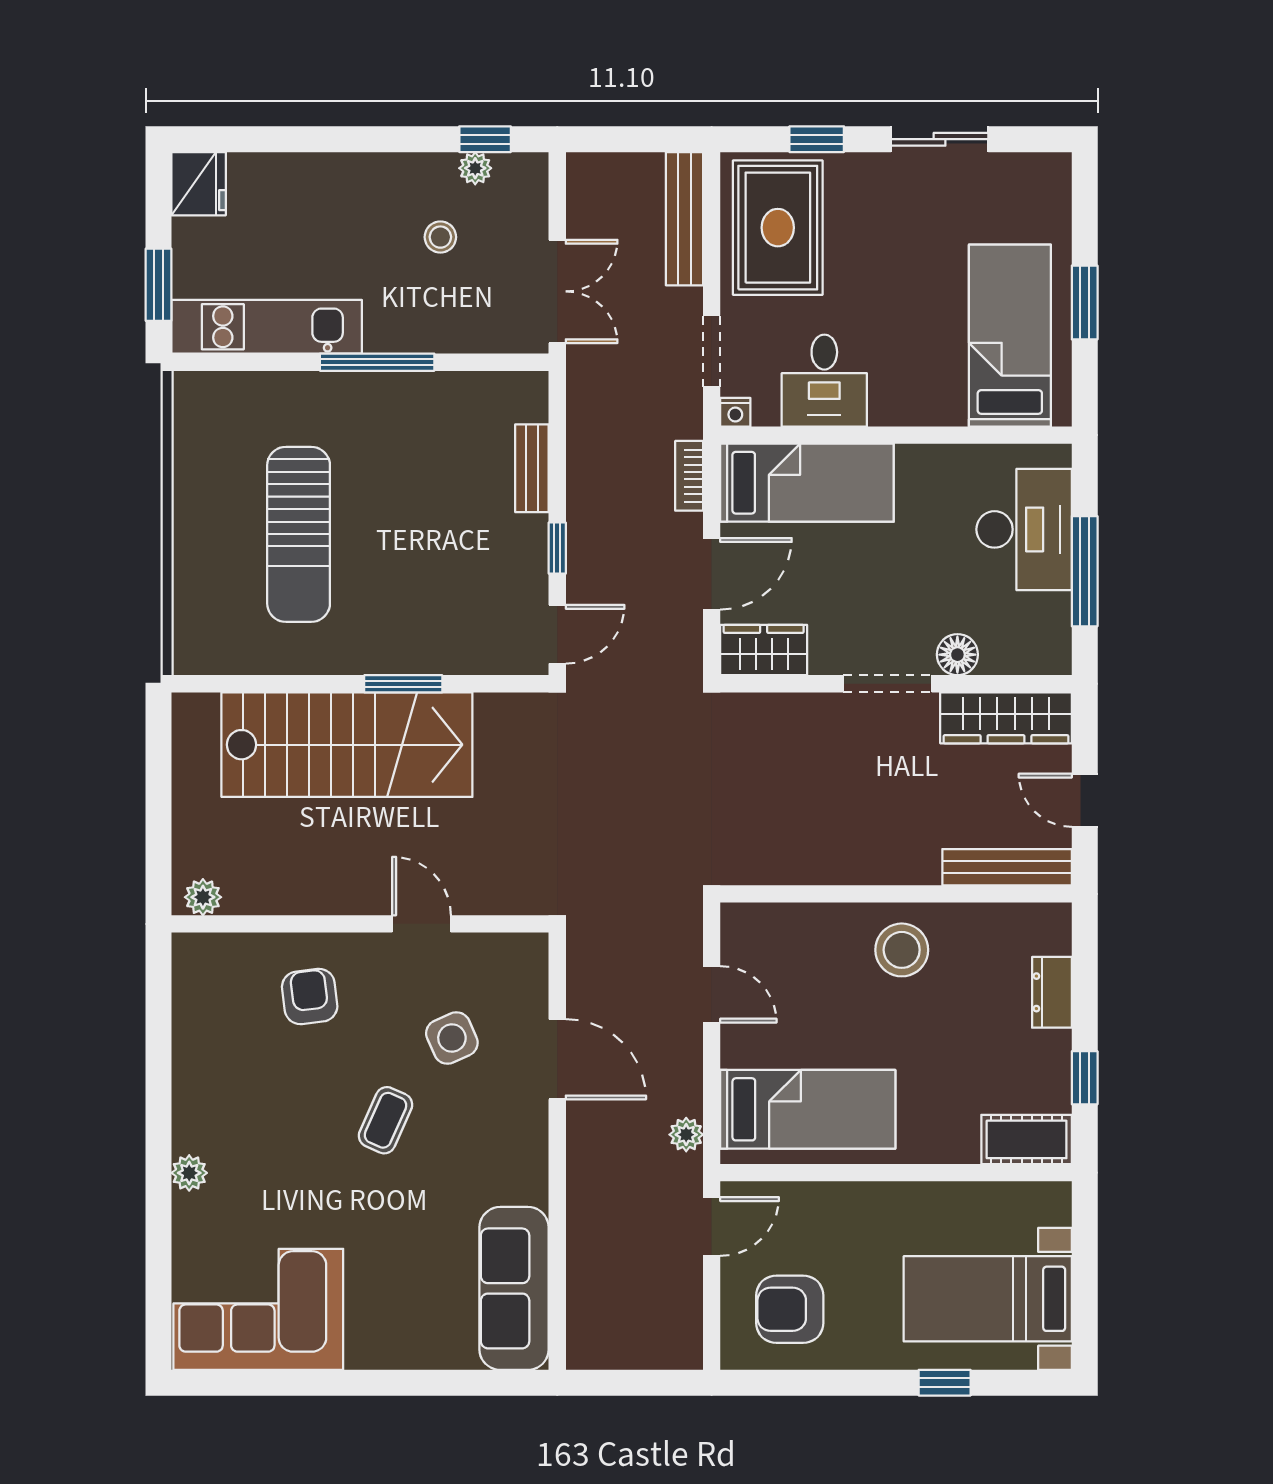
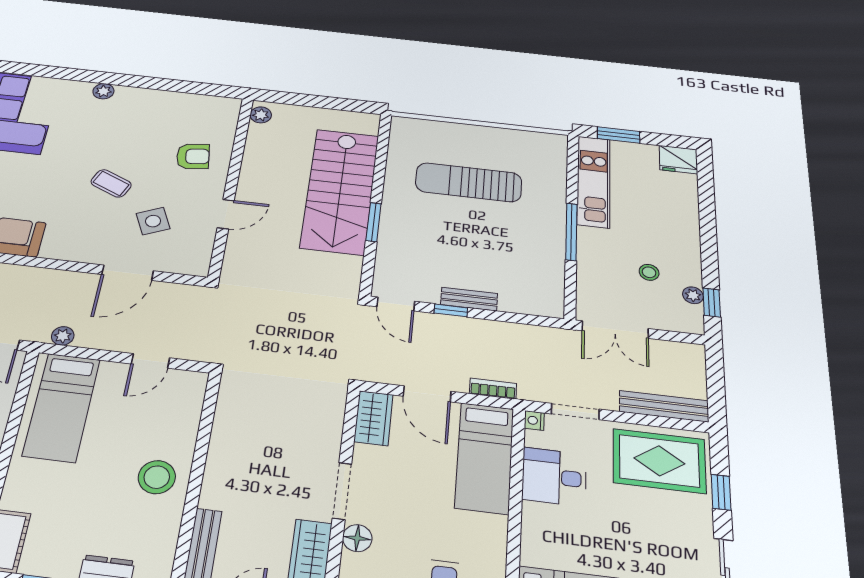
bench: (532, 468) -> (469, 299), moved

